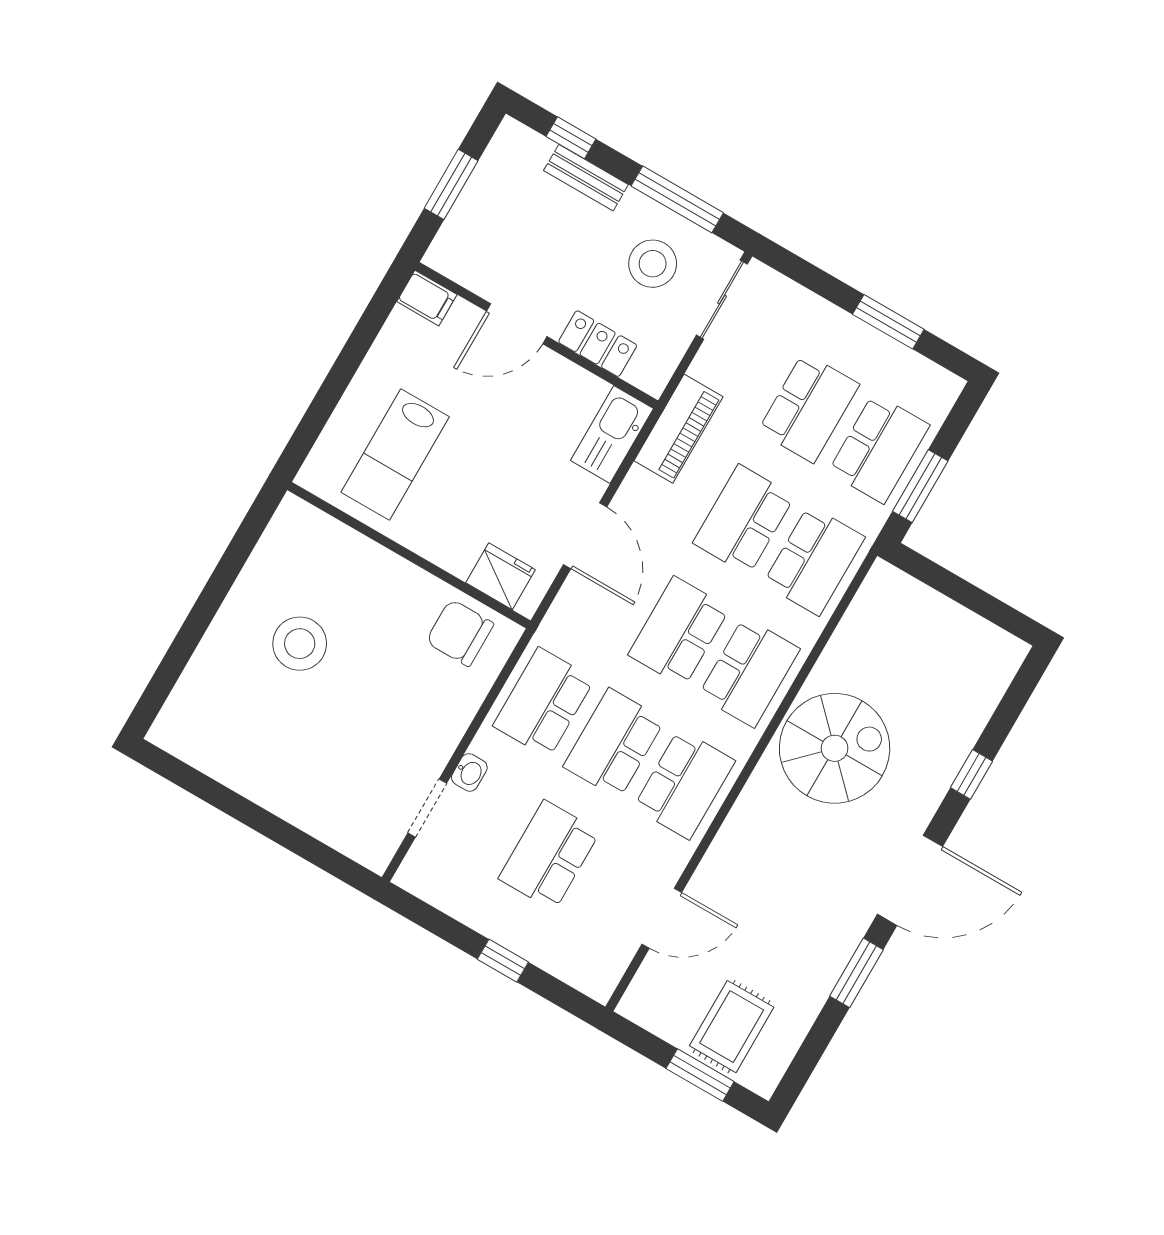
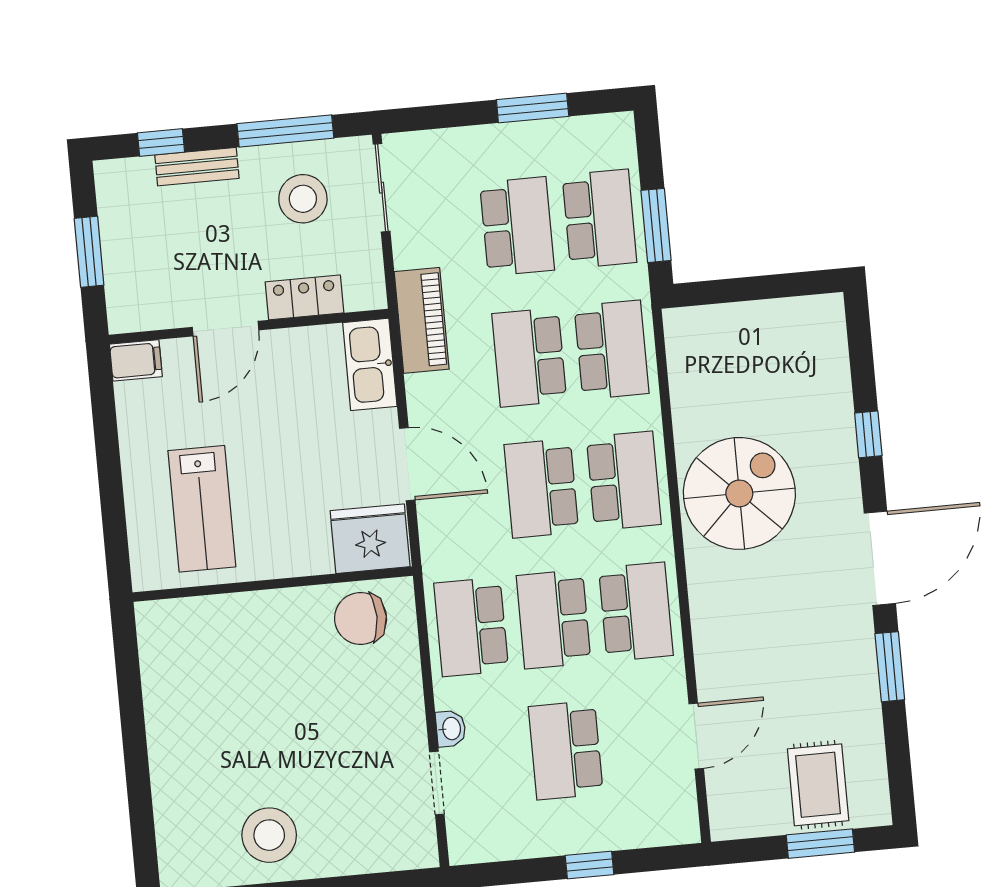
fridge: (501, 576) -> (370, 539), width x1.36, depth x1.34
stool: (300, 644) -> (269, 835), moved

